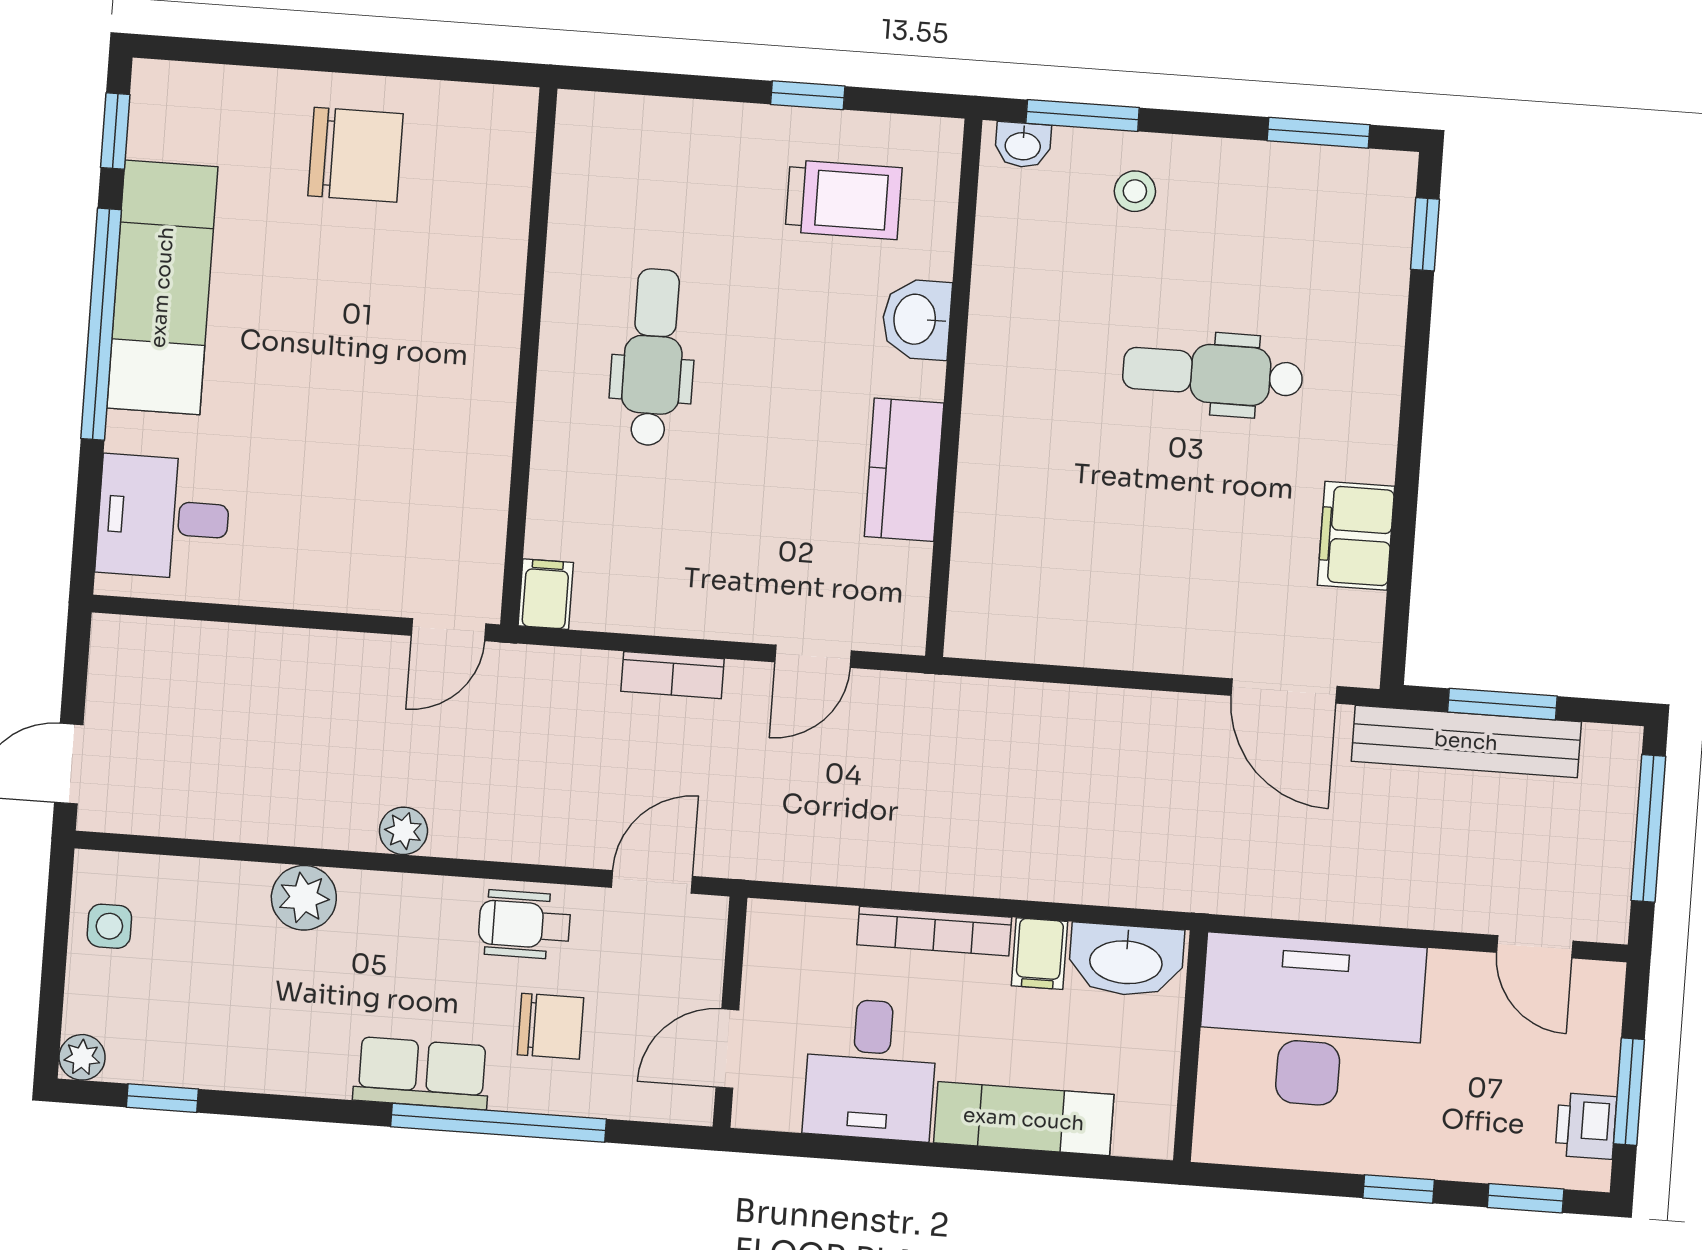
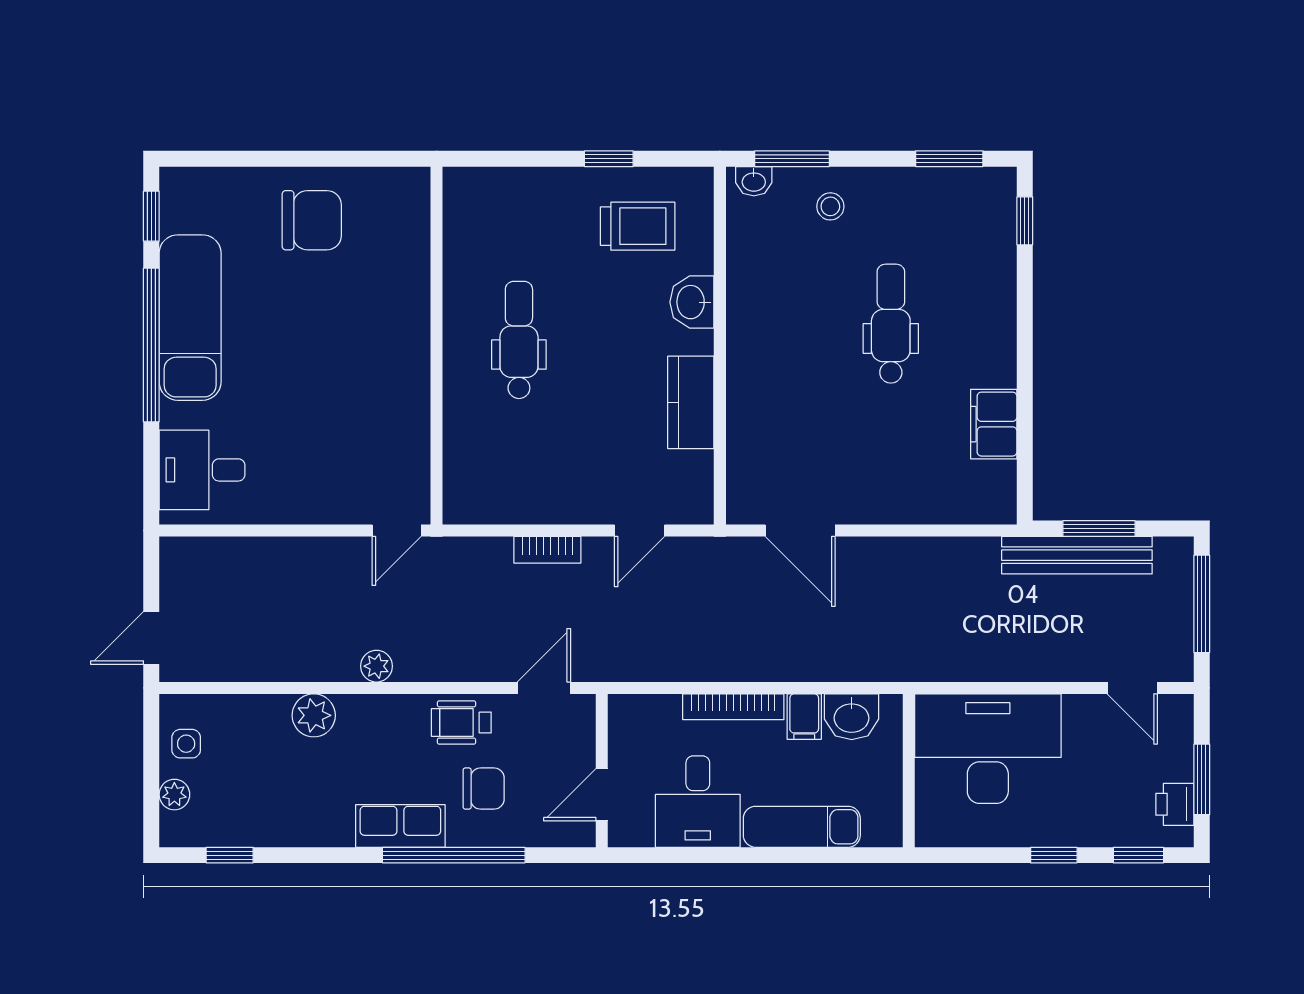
dental chair: (1213, 374) -> (891, 324), turned 90
filing cabinet: (546, 594) -> (459, 502), removed
door: (1284, 691) -> (800, 531), moved
washbasin: (1126, 960) -> (852, 717), width x0.72
plant: (82, 1057) -> (174, 795), moved

